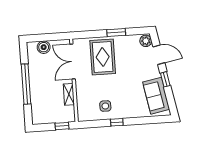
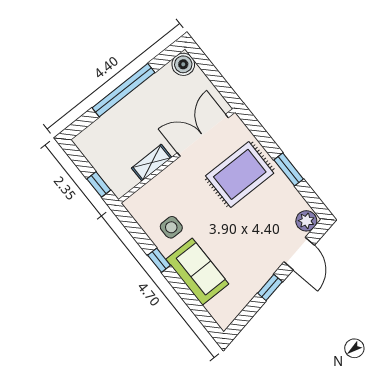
boiler: (44, 47) -> (183, 64), moved
sofa: (156, 96) -> (197, 272), moved, turned 101

